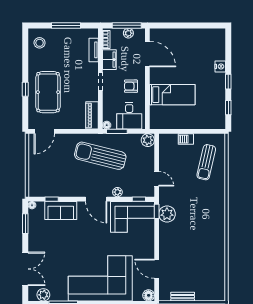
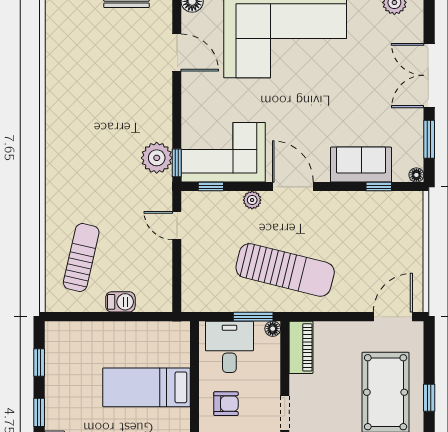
plant: (148, 140) -> (194, 300), removed
double door: (25, 269) -> (429, 75), moved

